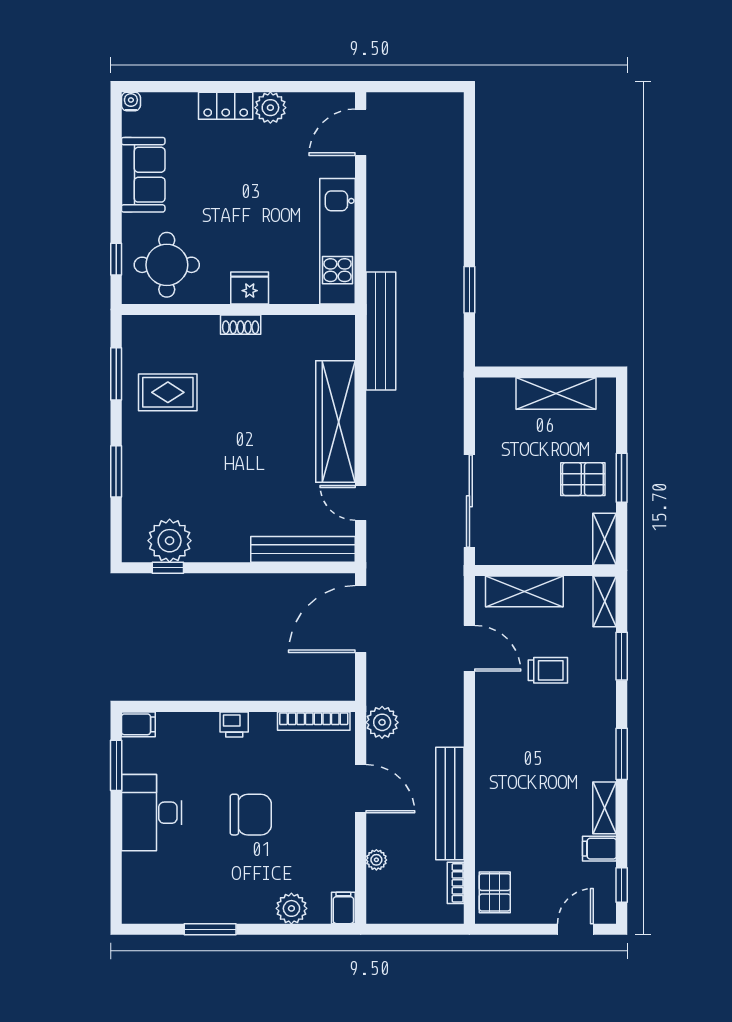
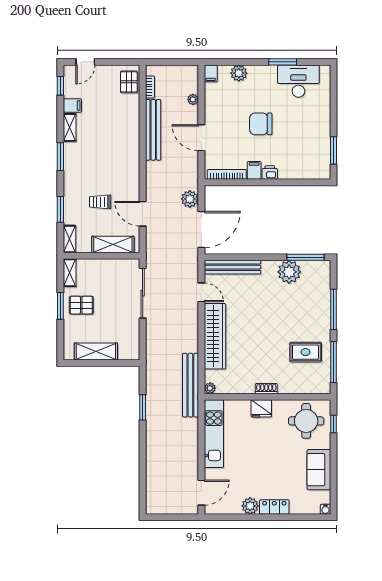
plant: (345, 325) -> (210, 388), added
window: (116, 374) -> (334, 362), width x1.44
window: (116, 471) -> (334, 309), width x1.44
plant: (170, 541) -> (289, 272), moved
window: (168, 568) -> (306, 257), width x2.17
plant: (382, 722) -> (190, 199), moved
filing cabinet: (138, 724) -> (254, 170), moved, turned 90
desk: (152, 813) -> (298, 81), moved, turned -90

